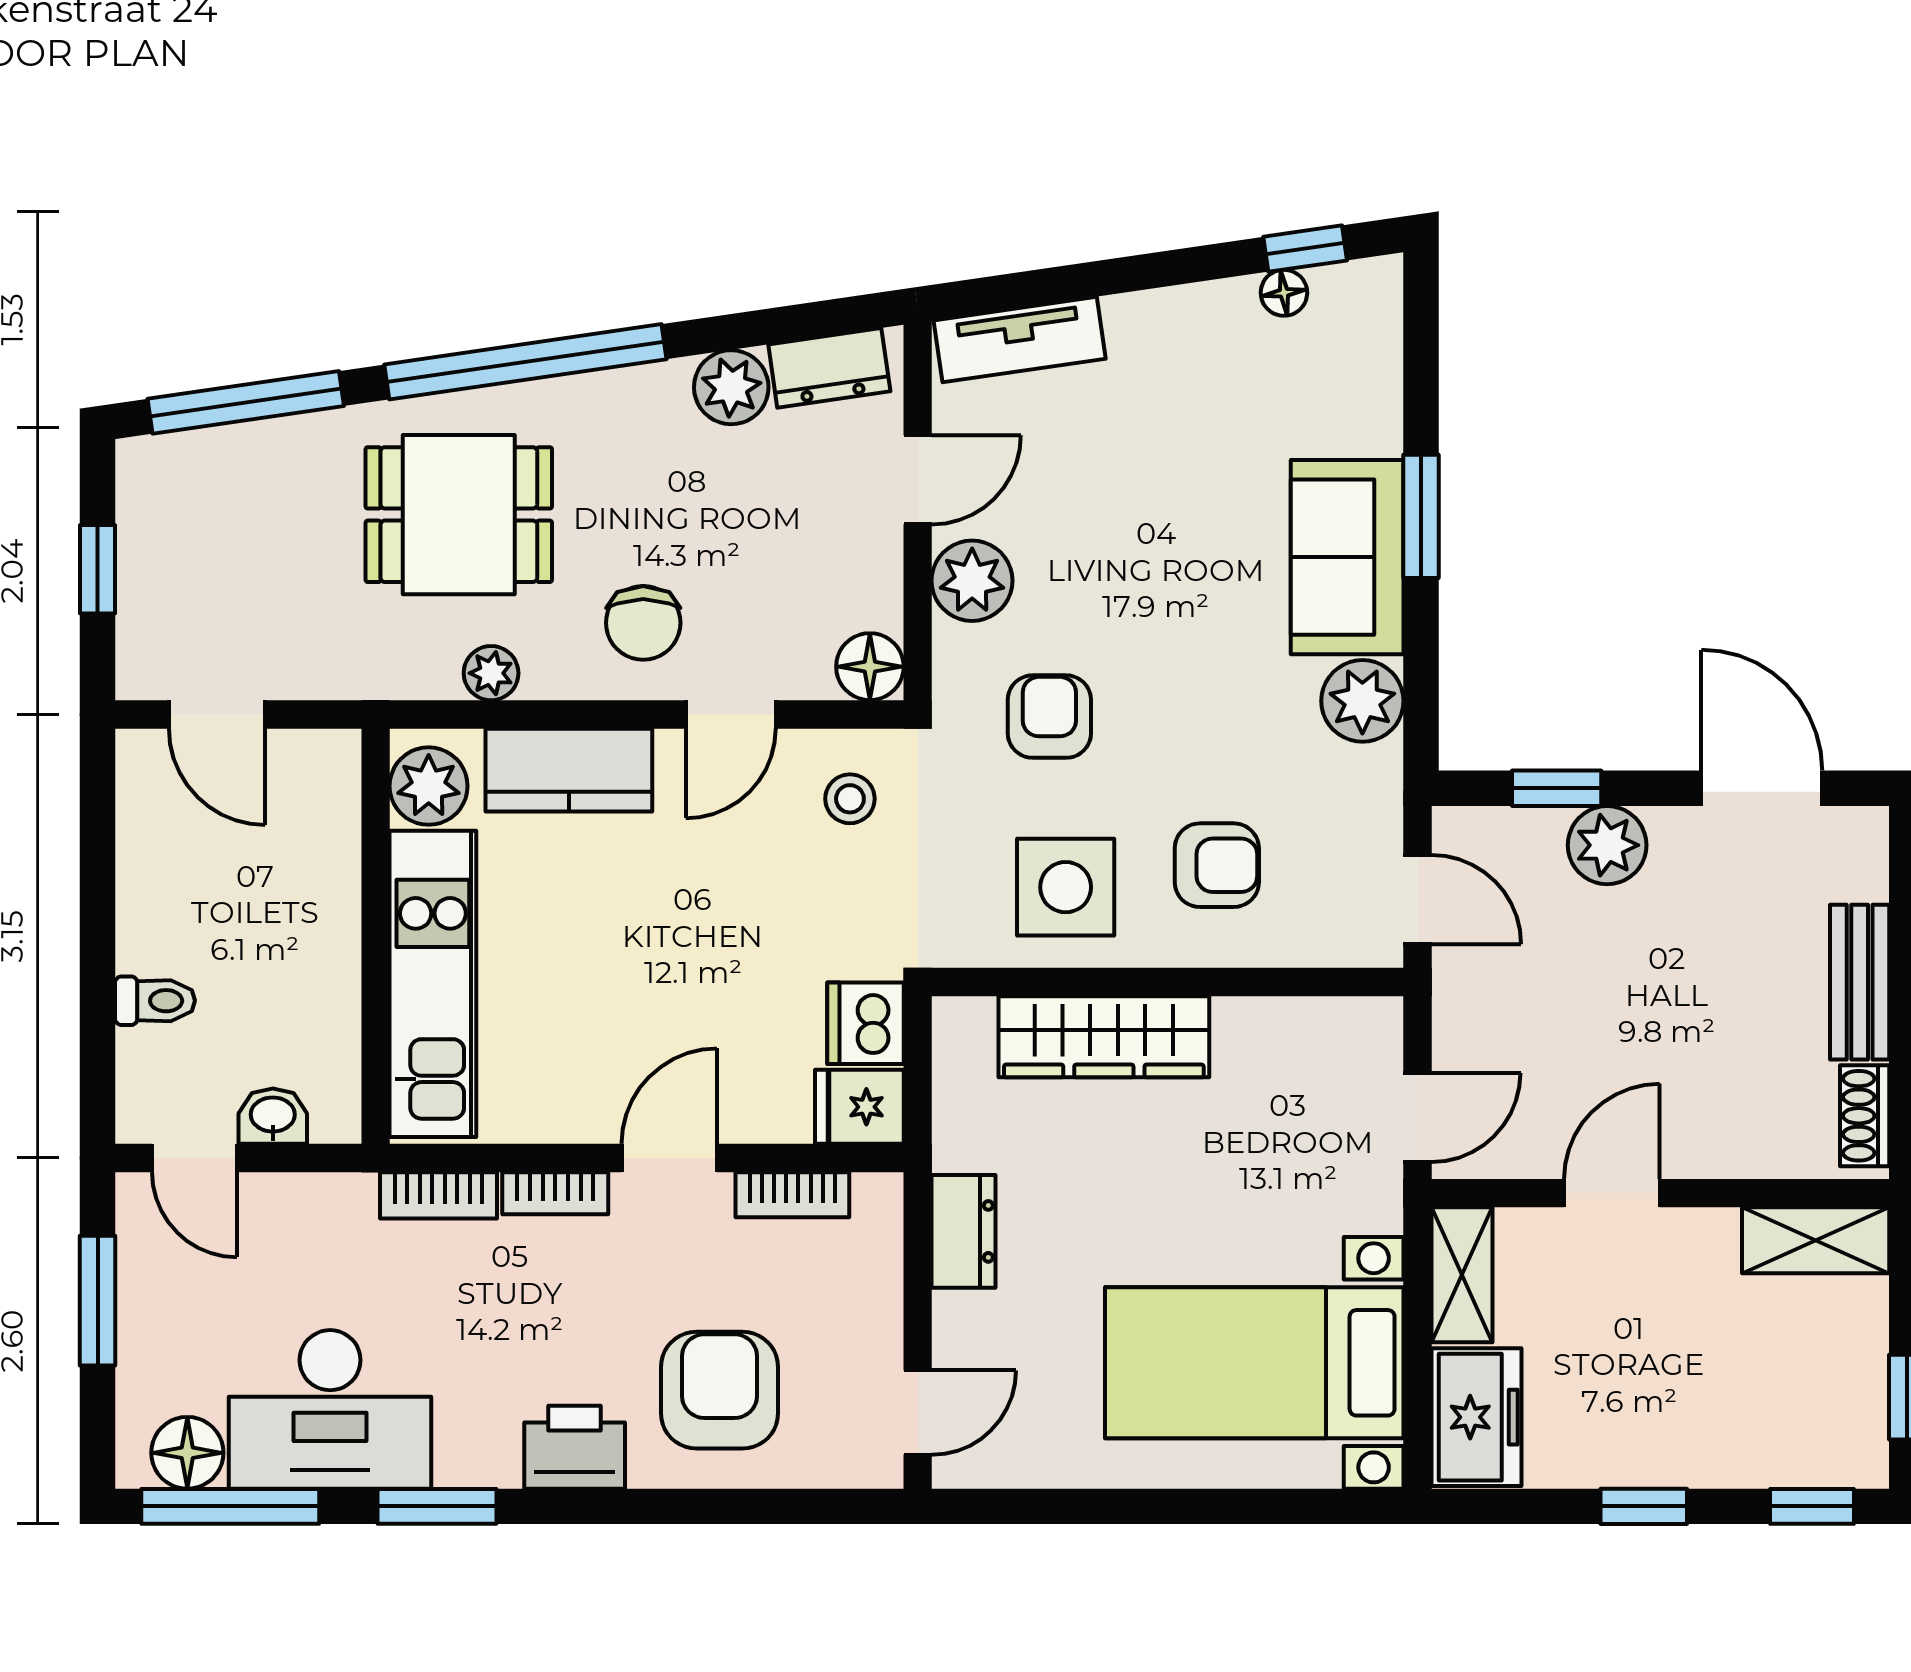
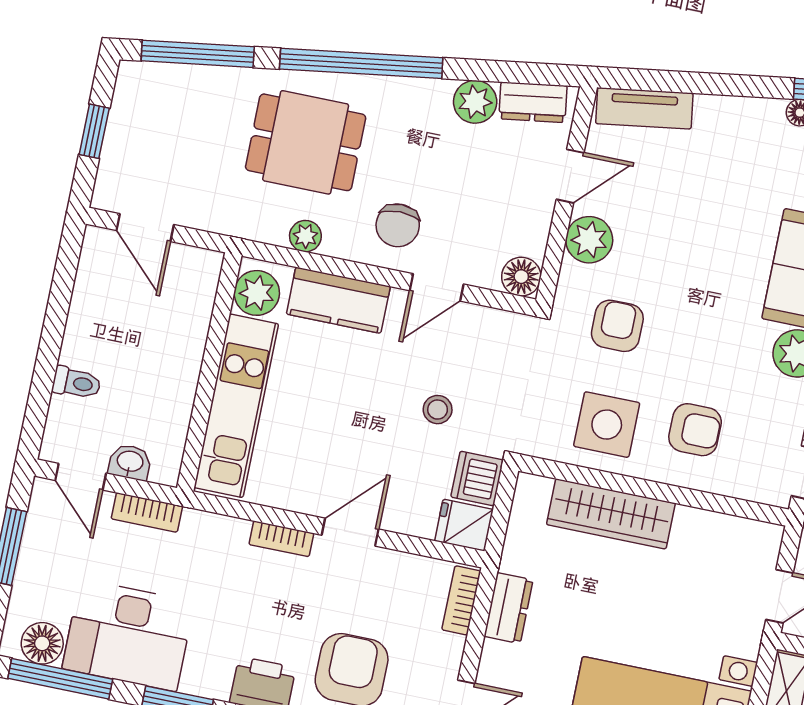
stool: (850, 799) -> (438, 410), moved
bookcase: (439, 1195) -> (147, 512), moved
bookcase: (792, 1195) -> (461, 600), moved, turned 90

